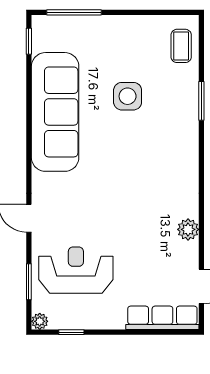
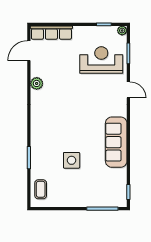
sofa: (55, 112) -> (116, 142), width x0.74, depth x0.79
reception desk: (76, 270) -> (101, 60), turned 180

